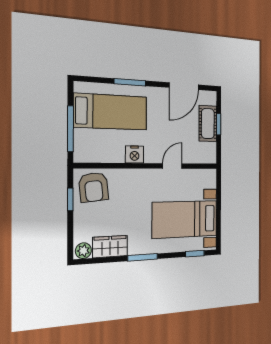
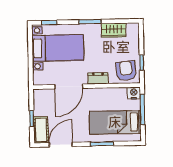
cot: (208, 124) -> (41, 130), moved
nightstand: (134, 154) -> (134, 93), moved
door: (172, 166) -> (69, 86), width x1.88
dresser: (133, 177) -> (98, 78), added
plant: (83, 251) -> (132, 28), removed

